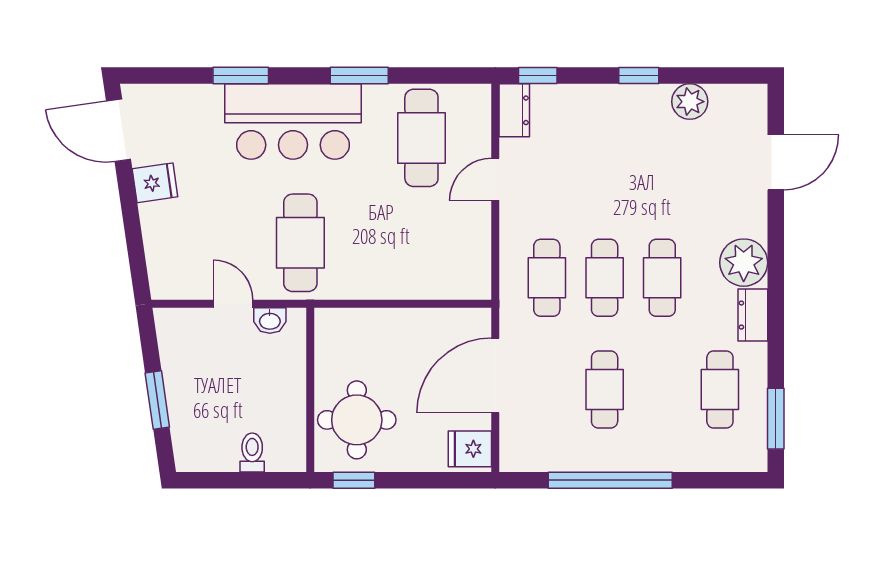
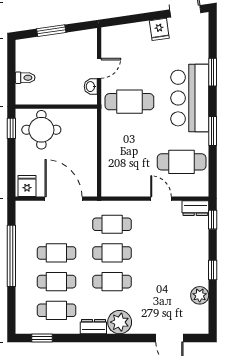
cafe table: (662, 390) -> (56, 282), added
window: (776, 419) -> (42, 338), width x0.67

